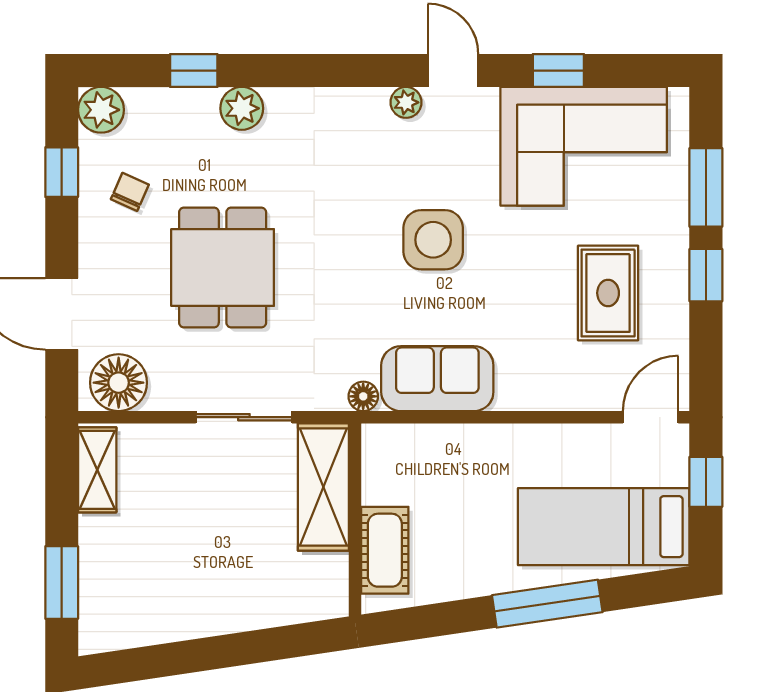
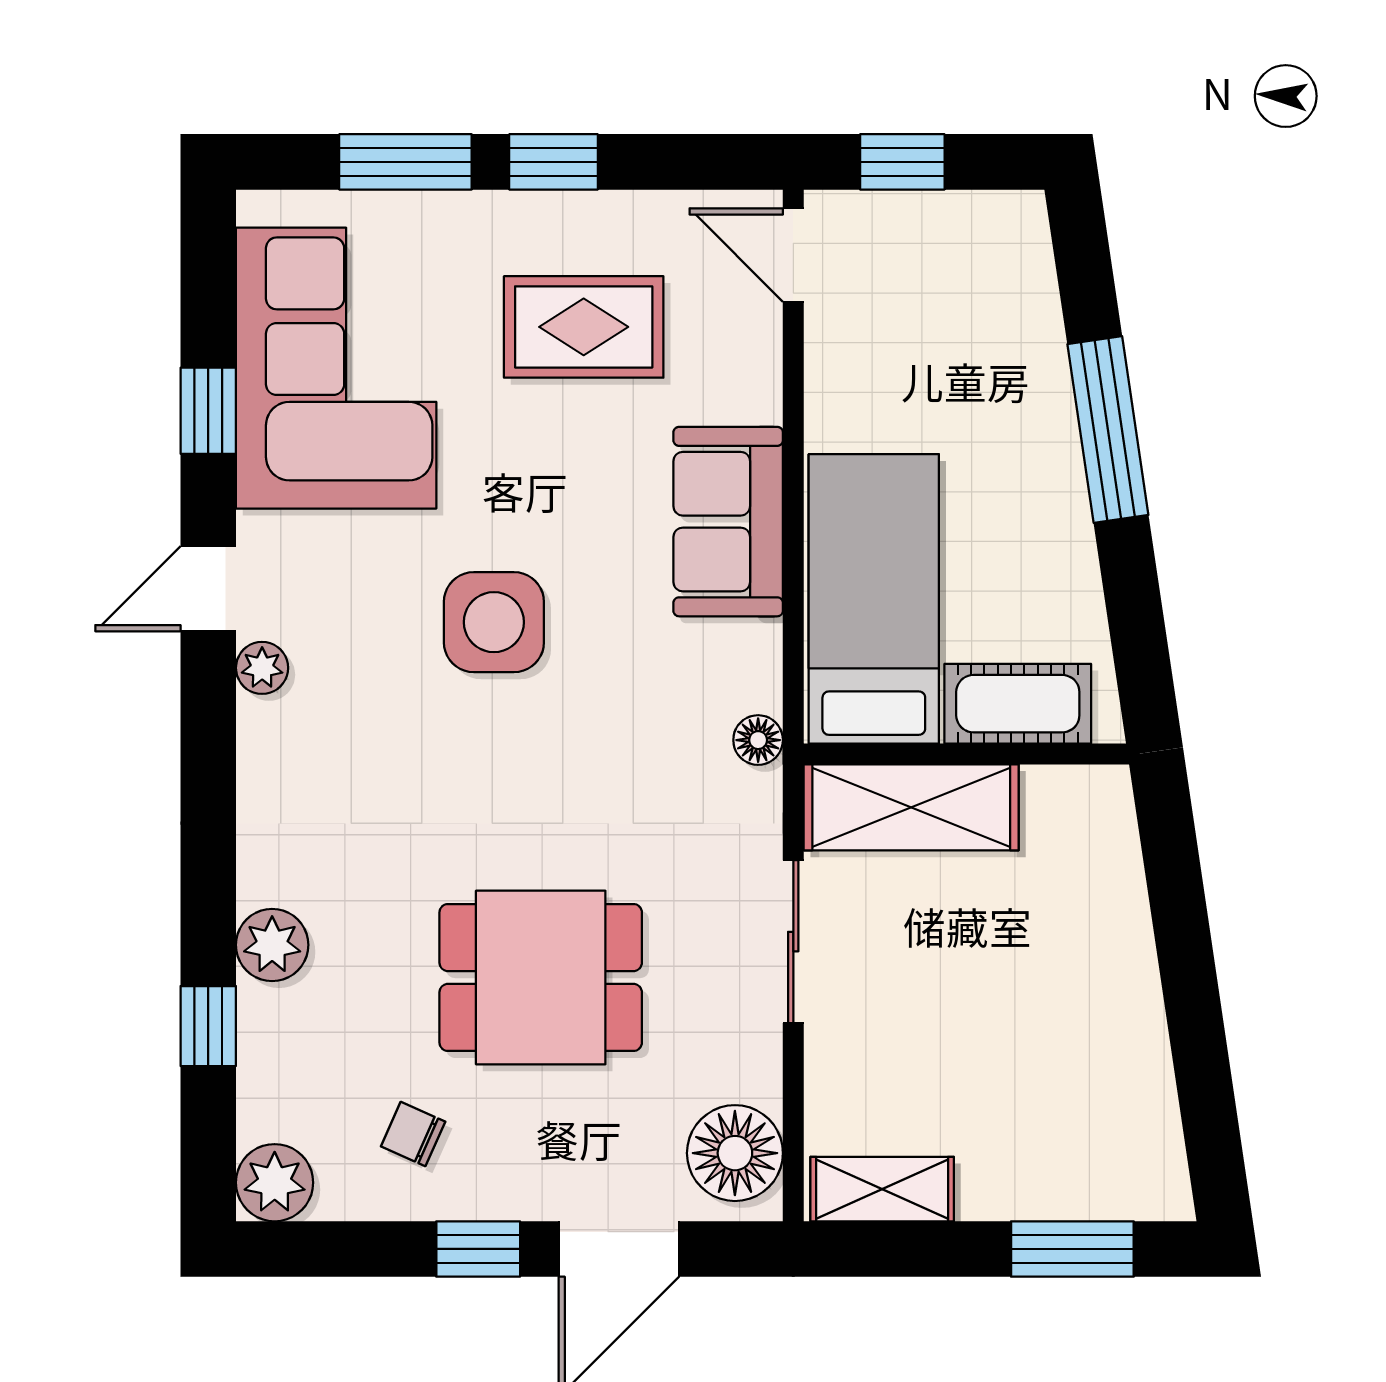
window: (62, 172) -> (478, 1249), moved
sofa: (437, 379) -> (728, 522), moved
bed: (604, 527) -> (874, 599), moved, turned 180

